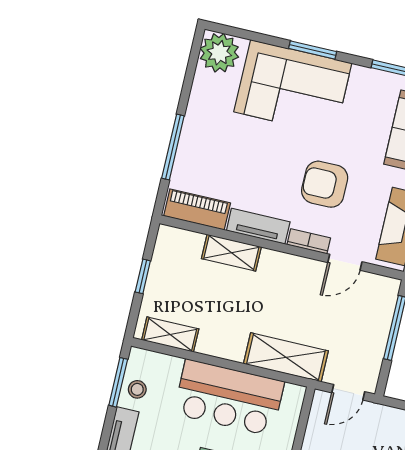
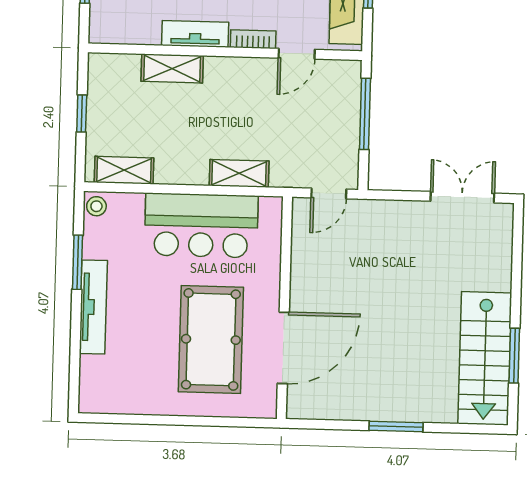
piano: (197, 209) -> (125, 29), removed
shelving: (286, 357) -> (239, 173), width x0.67, depth x0.75
window: (118, 382) -> (78, 262), moved
stool: (137, 389) -> (96, 206), moved

